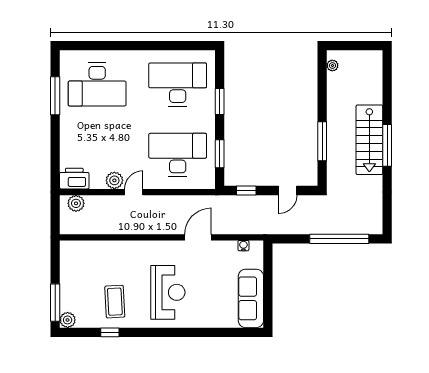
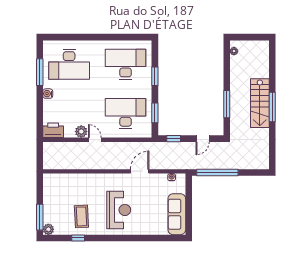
water cooler: (67, 126) -> (48, 94), added
door: (134, 192) -> (95, 140), hinge flipped
plant: (76, 203) -> (54, 148), removed
window: (339, 239) -> (217, 172), moved

